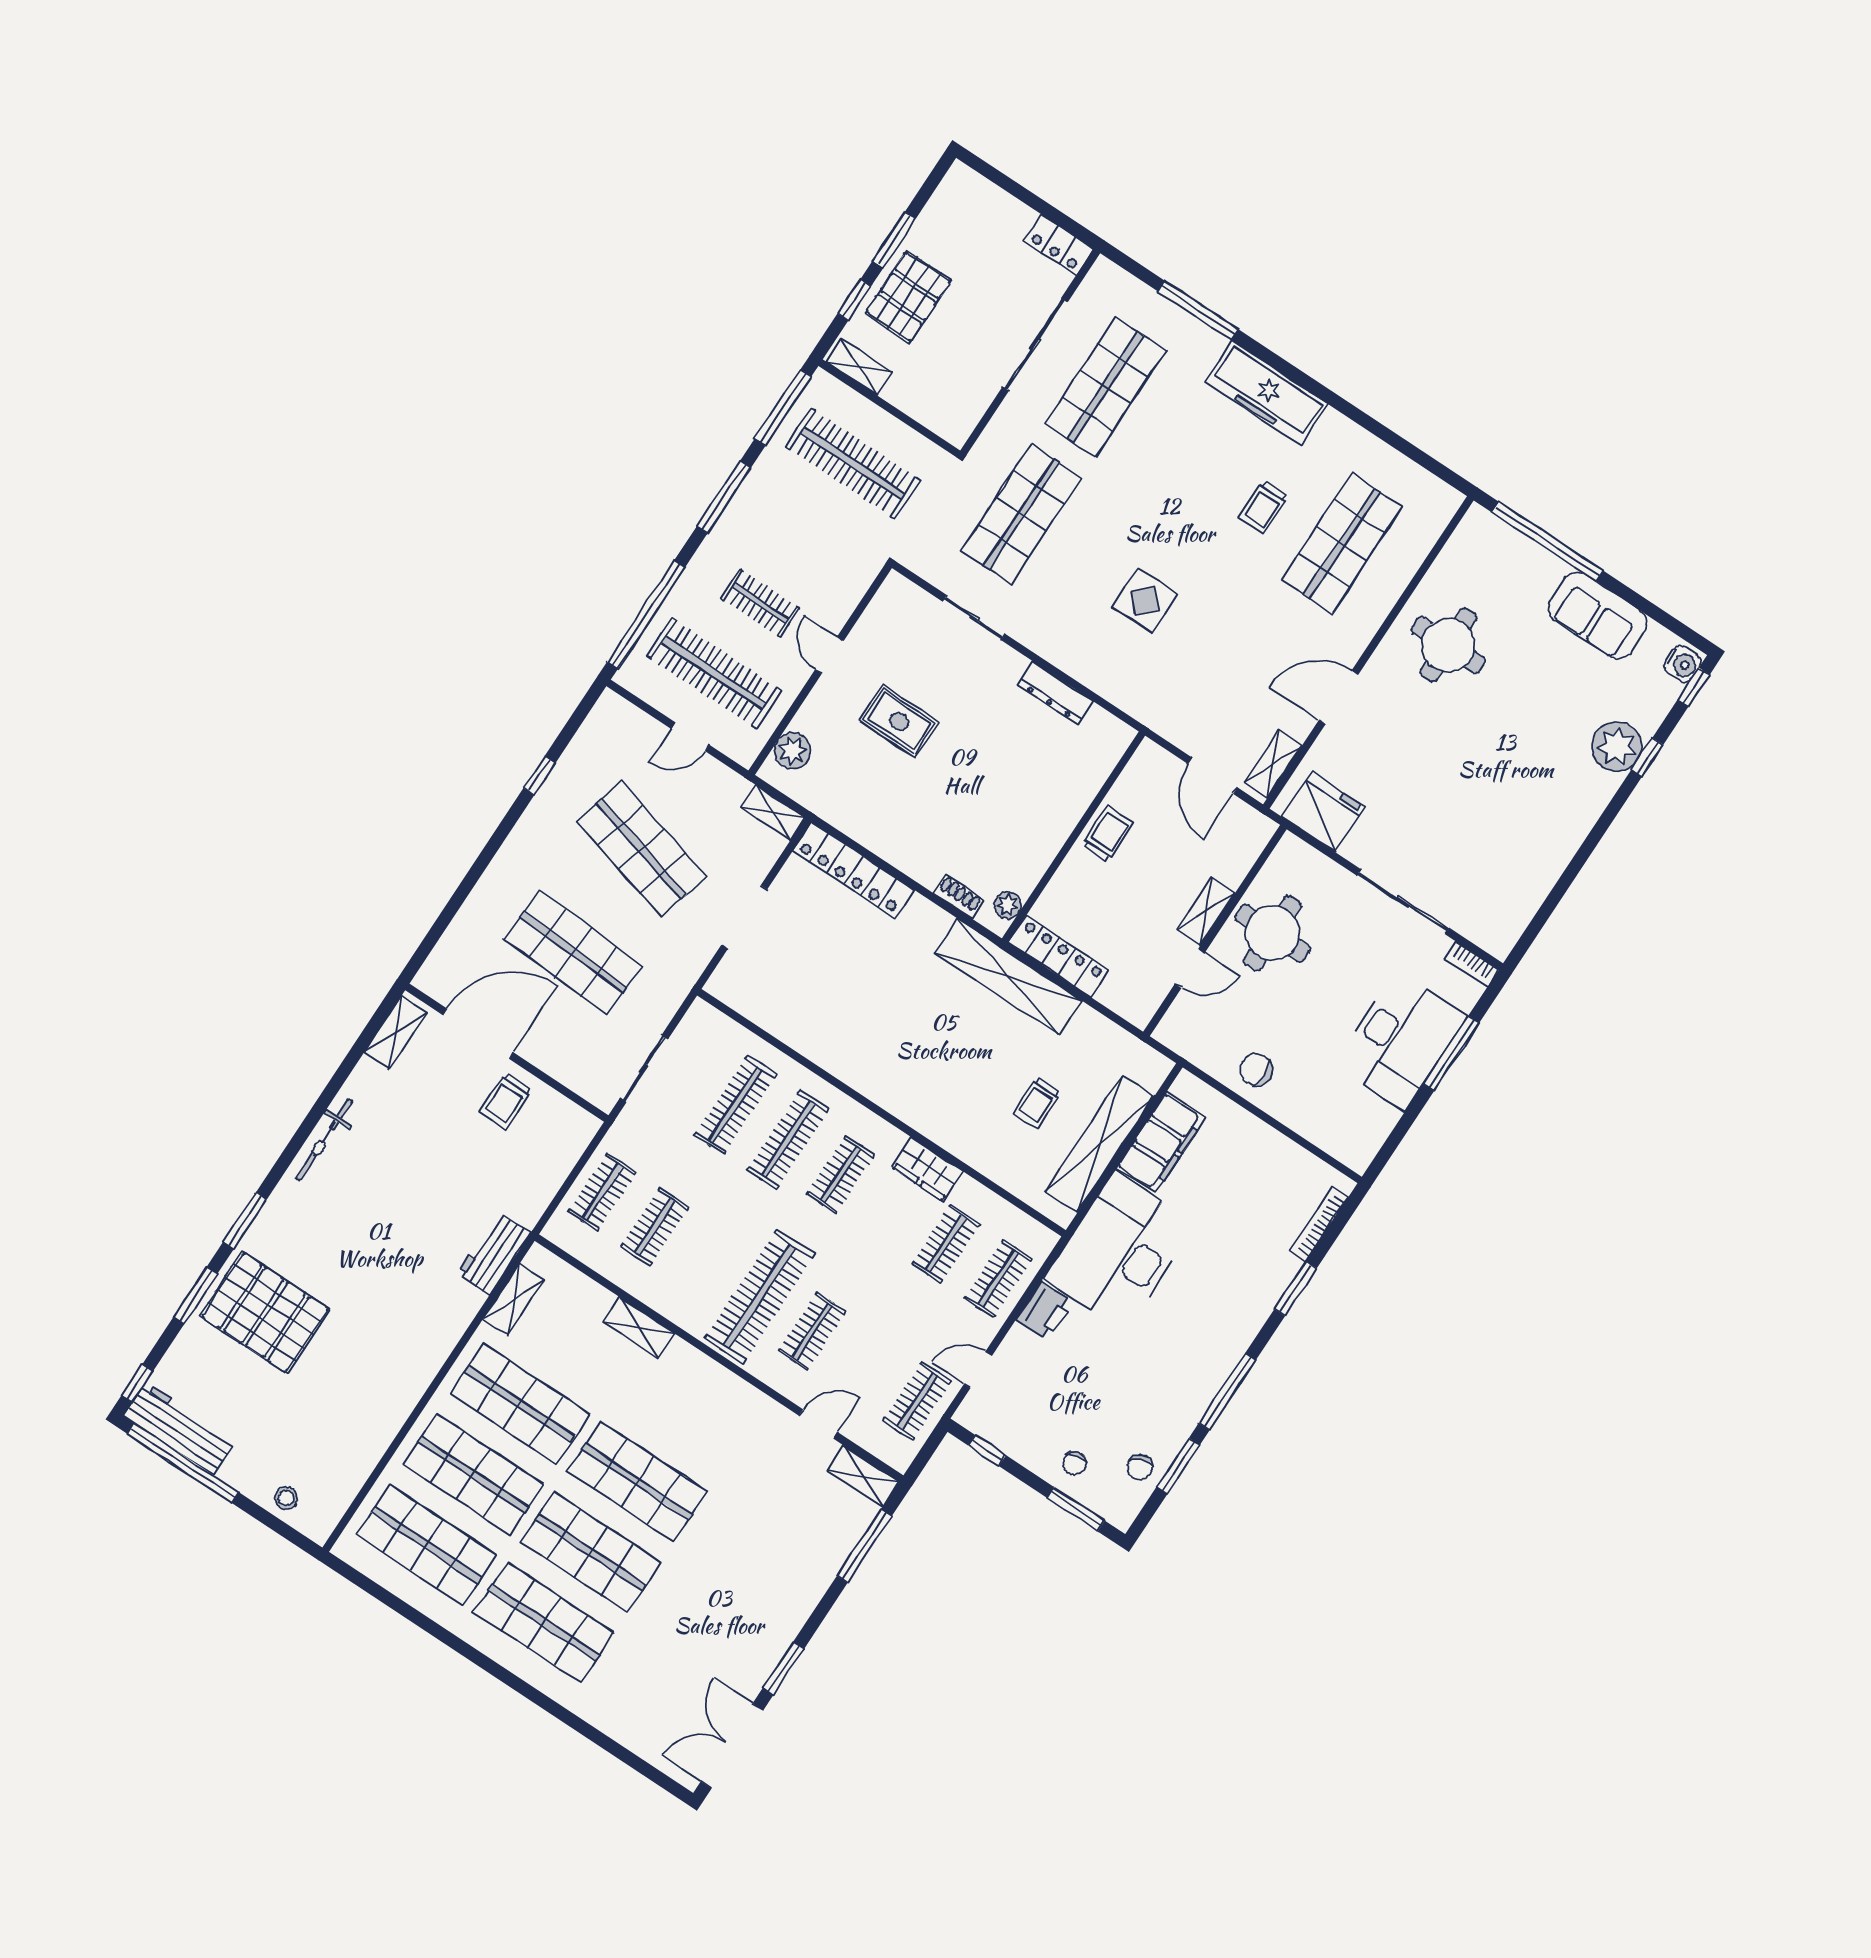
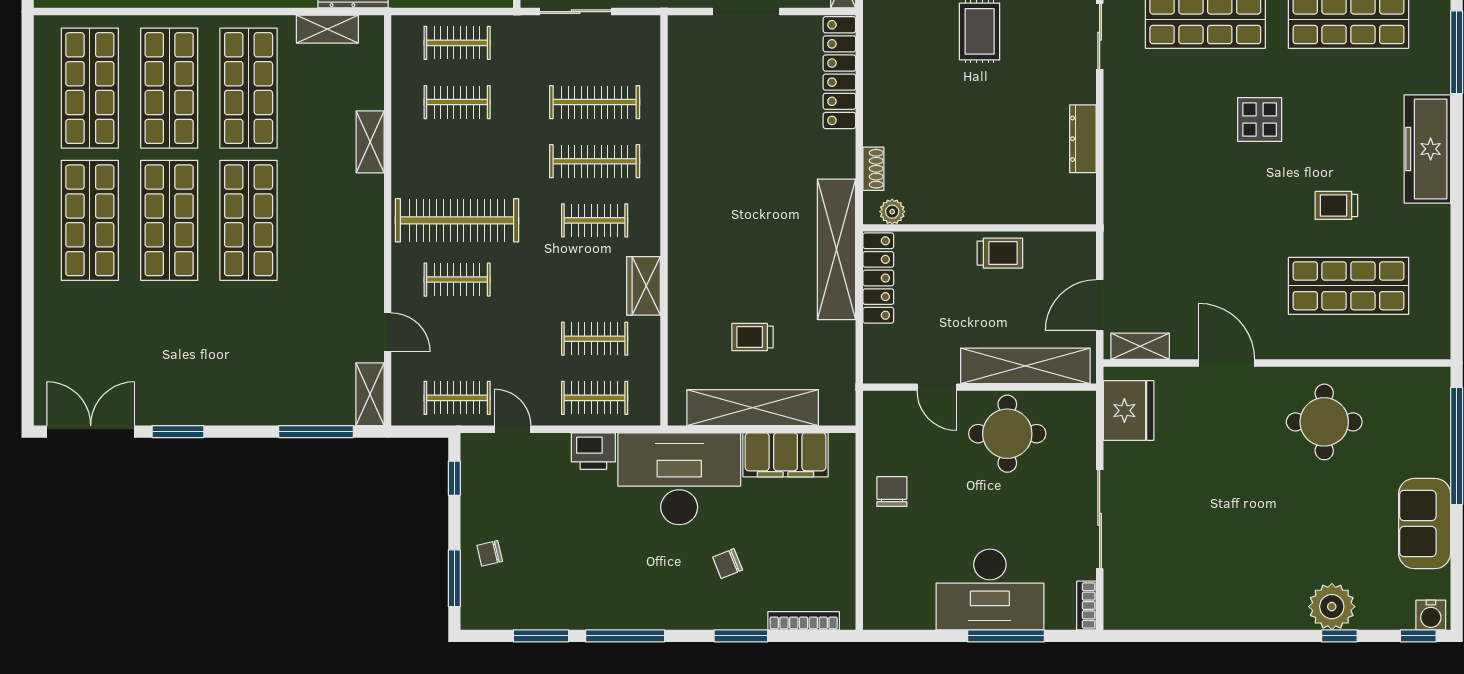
display table: (1145, 601) -> (1260, 120), moved
shelving: (1206, 911) -> (1025, 366), width x2.20, depth x1.33
chair: (1140, 1467) -> (728, 564), moved

